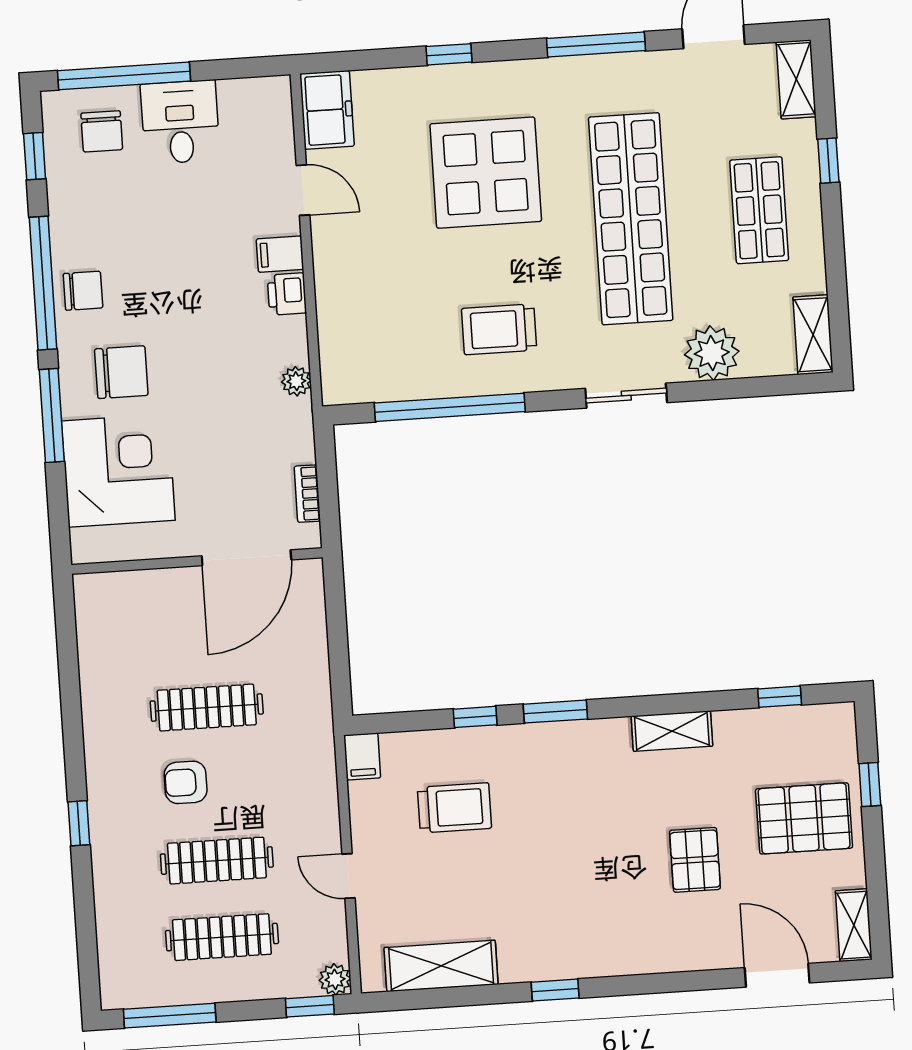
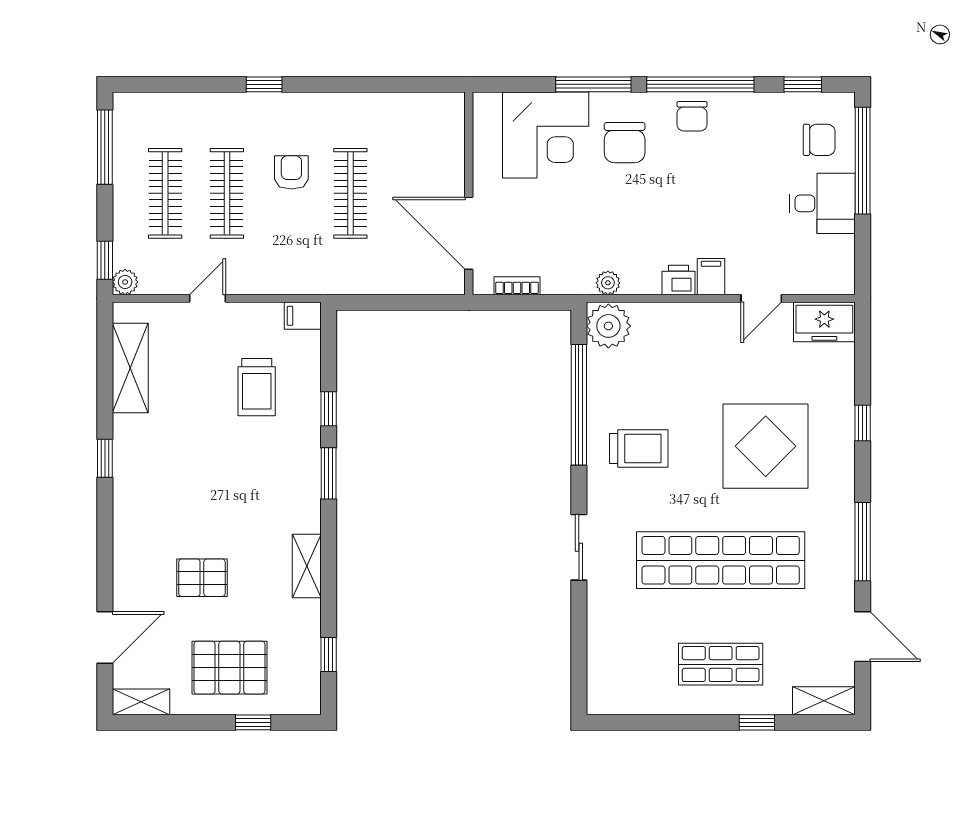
chair: (102, 131) -> (819, 140), turned 180
trolley: (499, 329) -> (639, 449), turned 90
shelving: (813, 335) -> (618, 701), removed
plant: (712, 353) -> (608, 326), moved
pallet: (804, 818) -> (229, 668), turned 90

